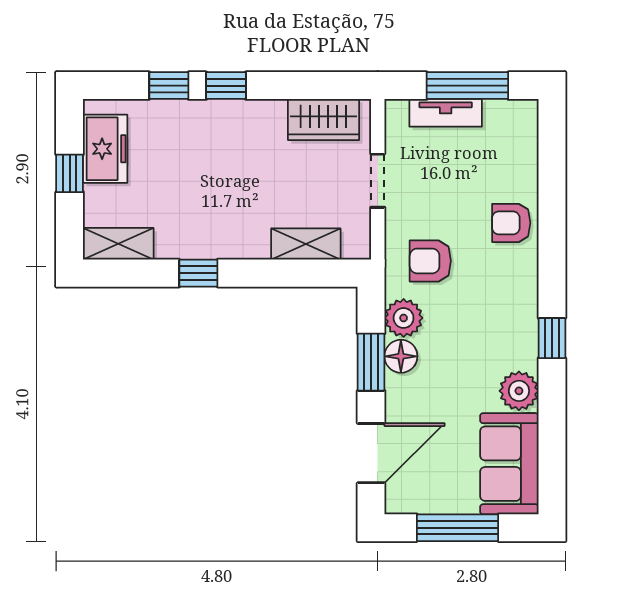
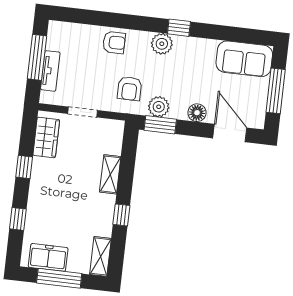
window: (226, 86) -> (24, 167), moved
window: (70, 173) -> (59, 278), width x2.17
armchair: (511, 223) -> (114, 42), turned -90
shelving: (306, 244) -> (110, 174), moved
floor lamp: (401, 356) -> (197, 113), moved
window: (371, 362) -> (160, 125), moved
plant: (519, 391) -> (162, 44), moved

